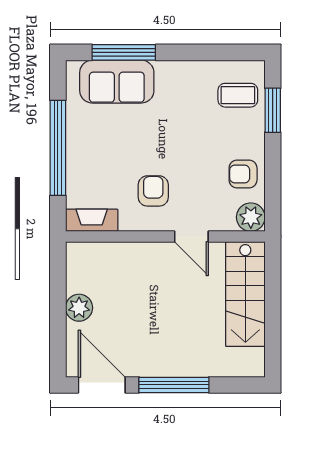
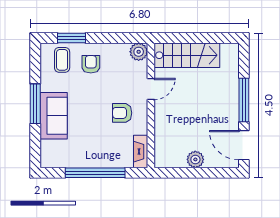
window: (124, 52) -> (35, 104), moved
sofa: (117, 82) -> (54, 116), moved
armchair: (243, 174) -> (91, 64), moved, turned 180
door: (102, 385) -> (244, 145), hinge flipped

